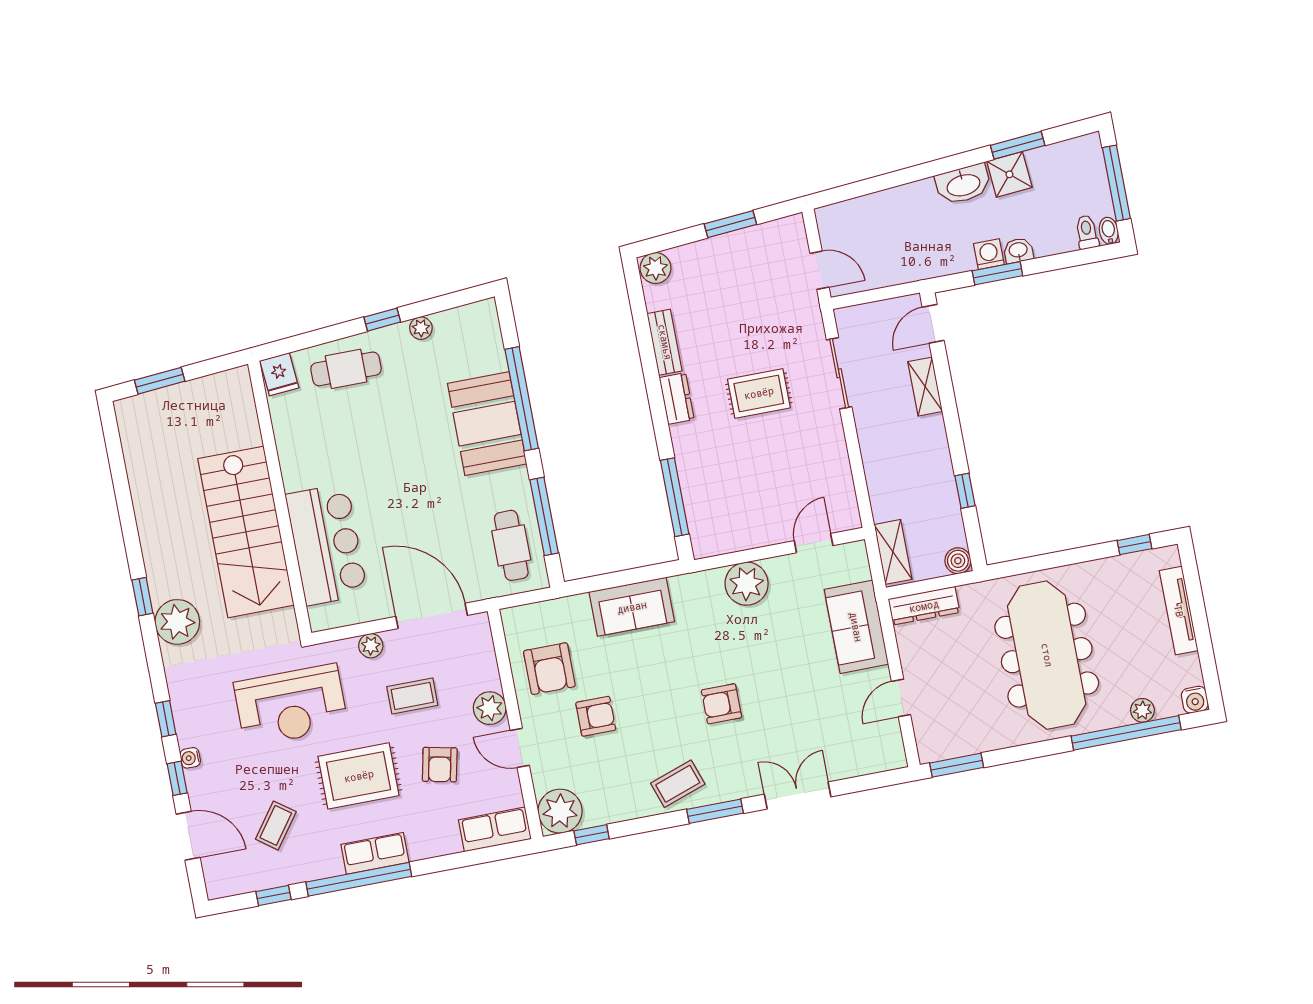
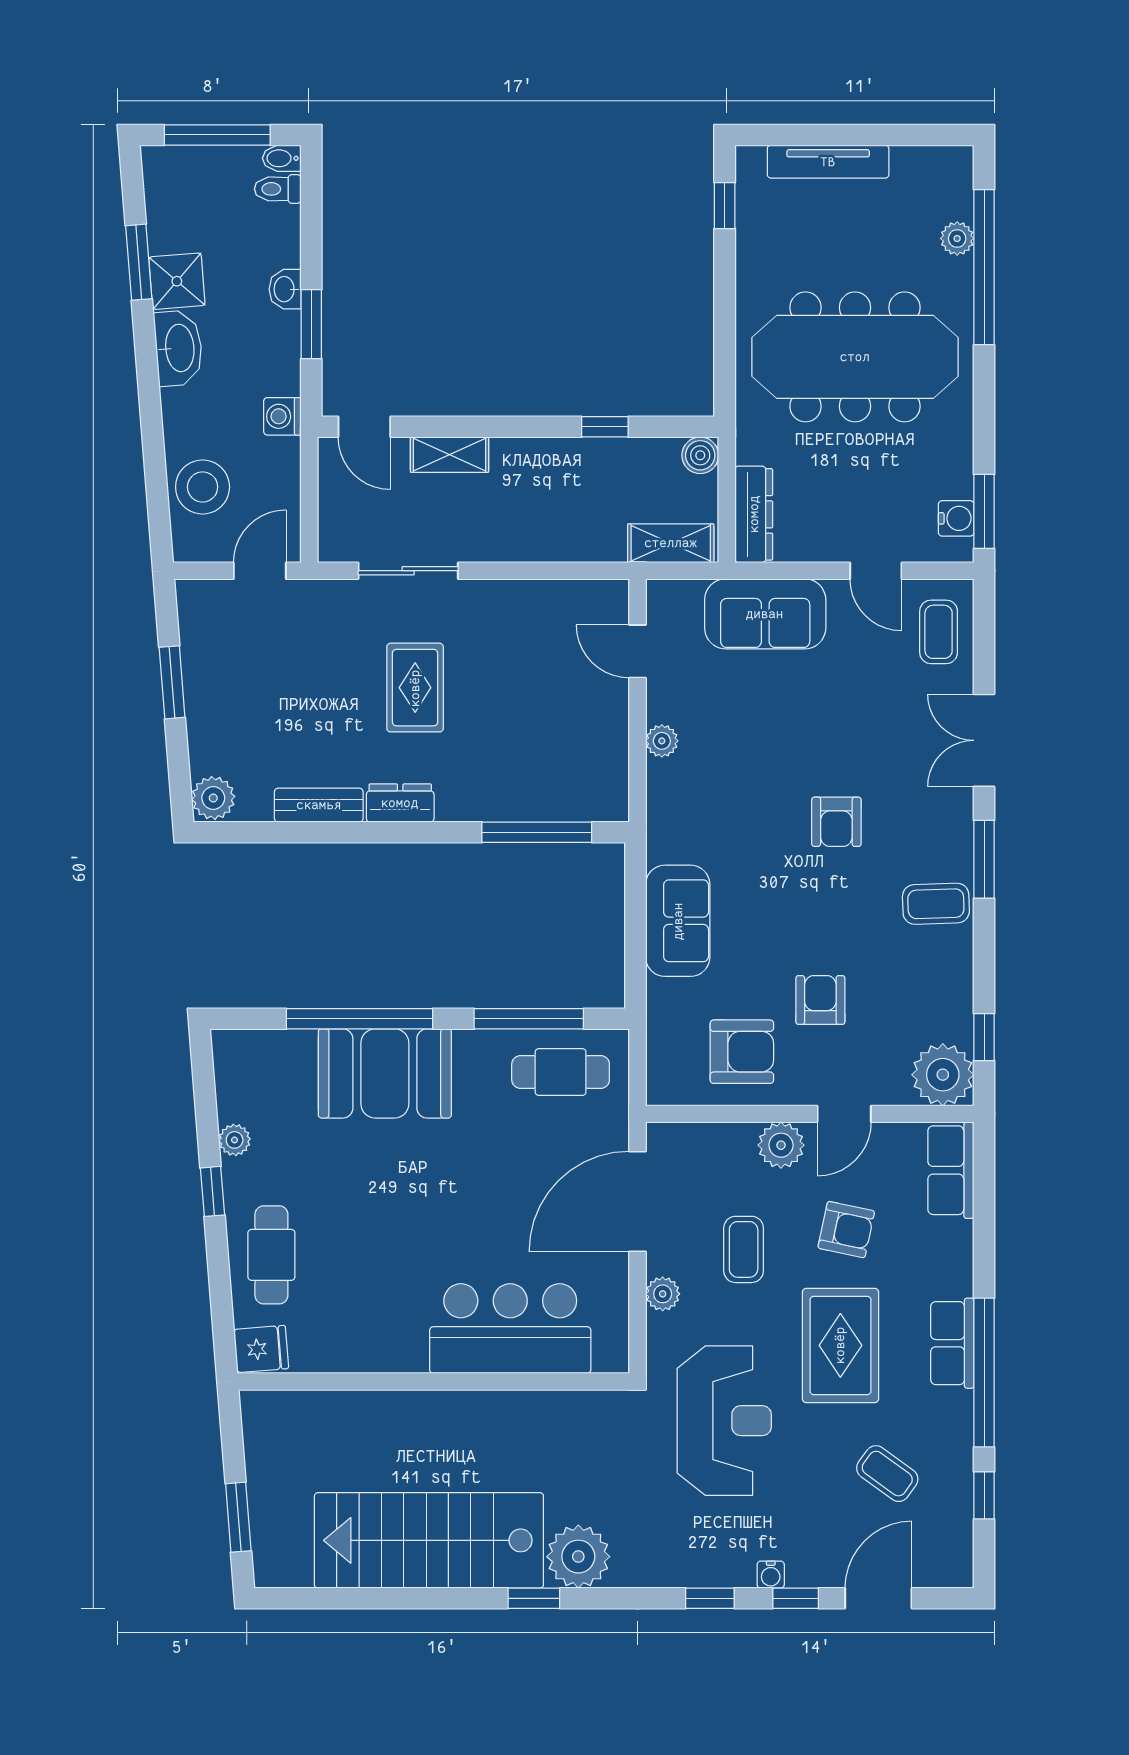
stool: (870, 219) -> (203, 487), added
washing machine: (989, 254) -> (282, 416), moved
stairs: (246, 532) -> (429, 1540), moved, turned 180
plant: (747, 584) -> (662, 741), width x0.53, depth x0.53
water cooler: (1195, 700) -> (956, 518), moved
coffee table: (867, 750) -> (939, 632), added
coffee table: (678, 784) -> (936, 904), turned -73

